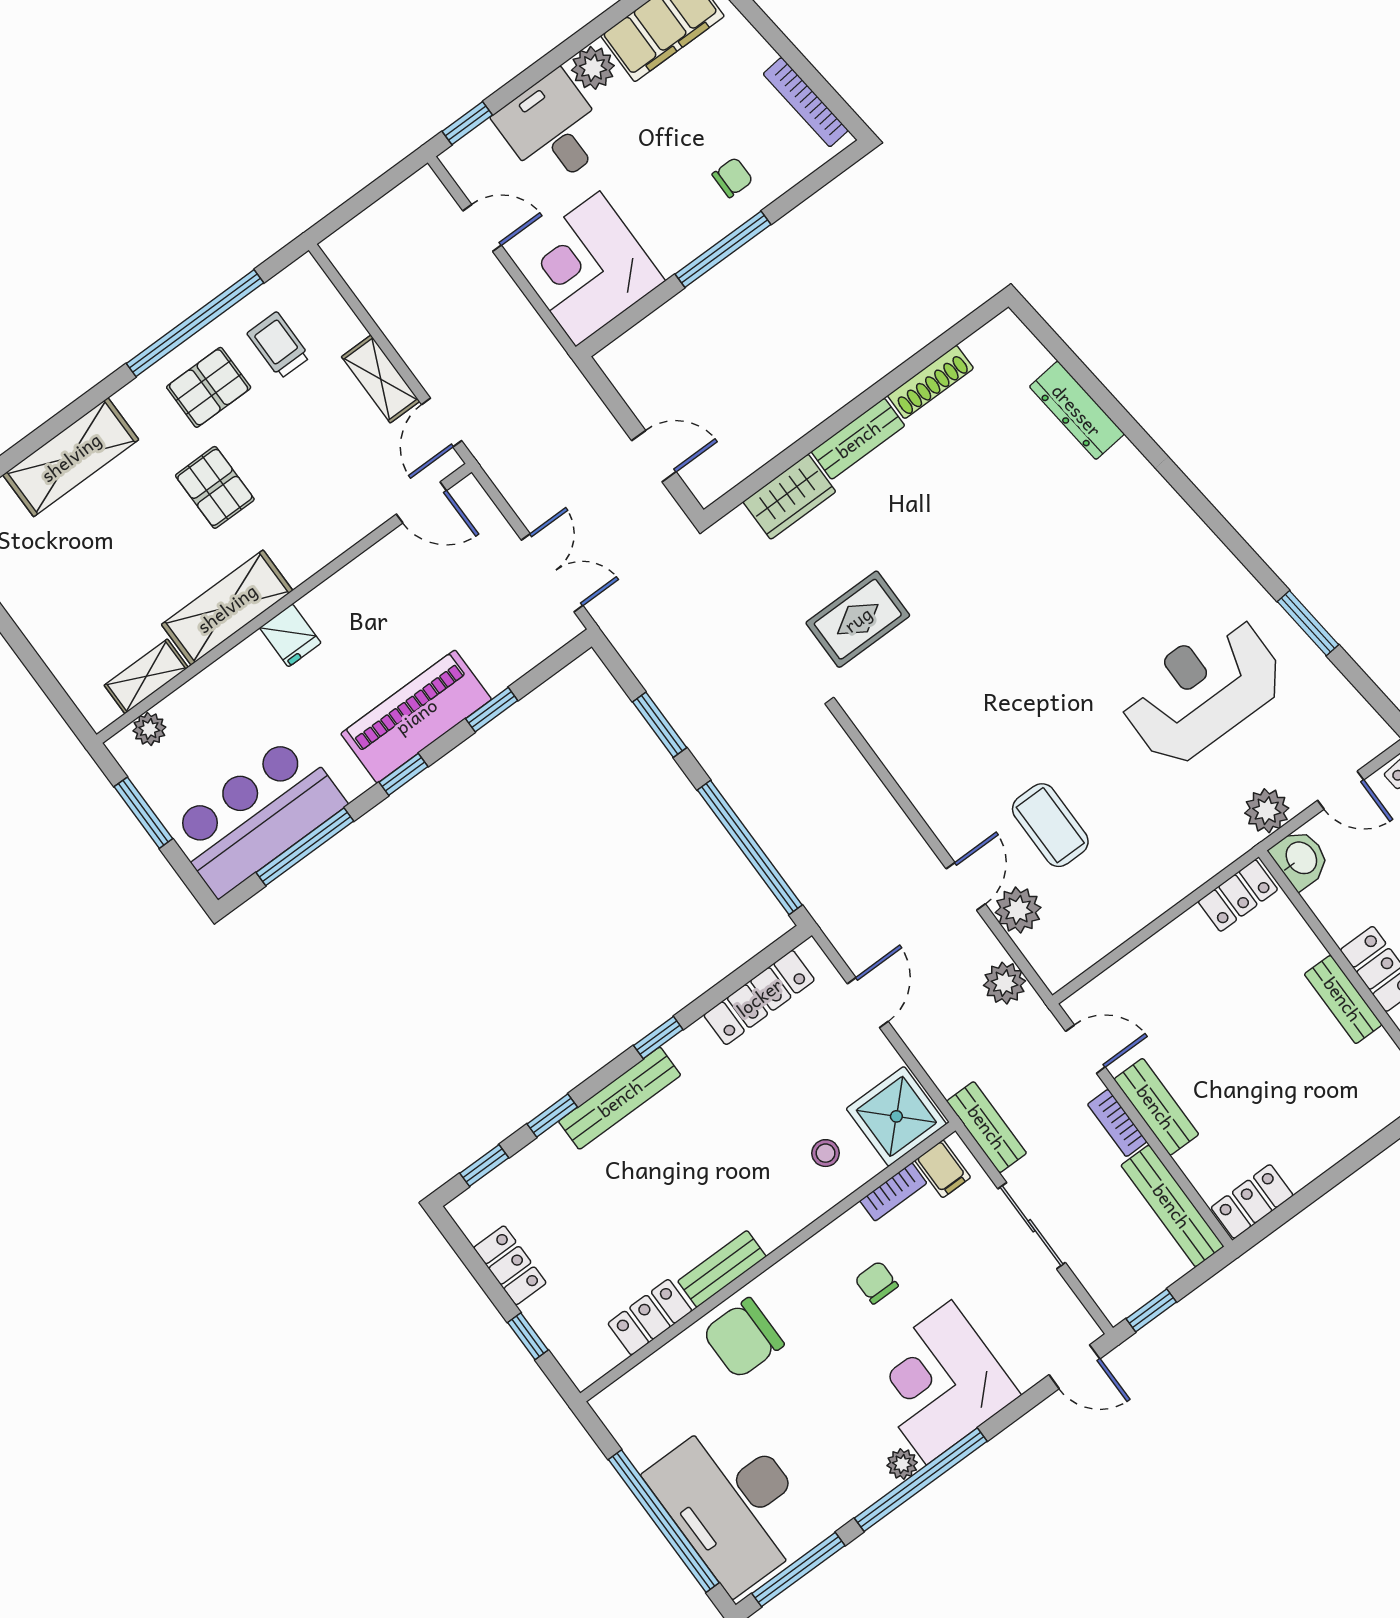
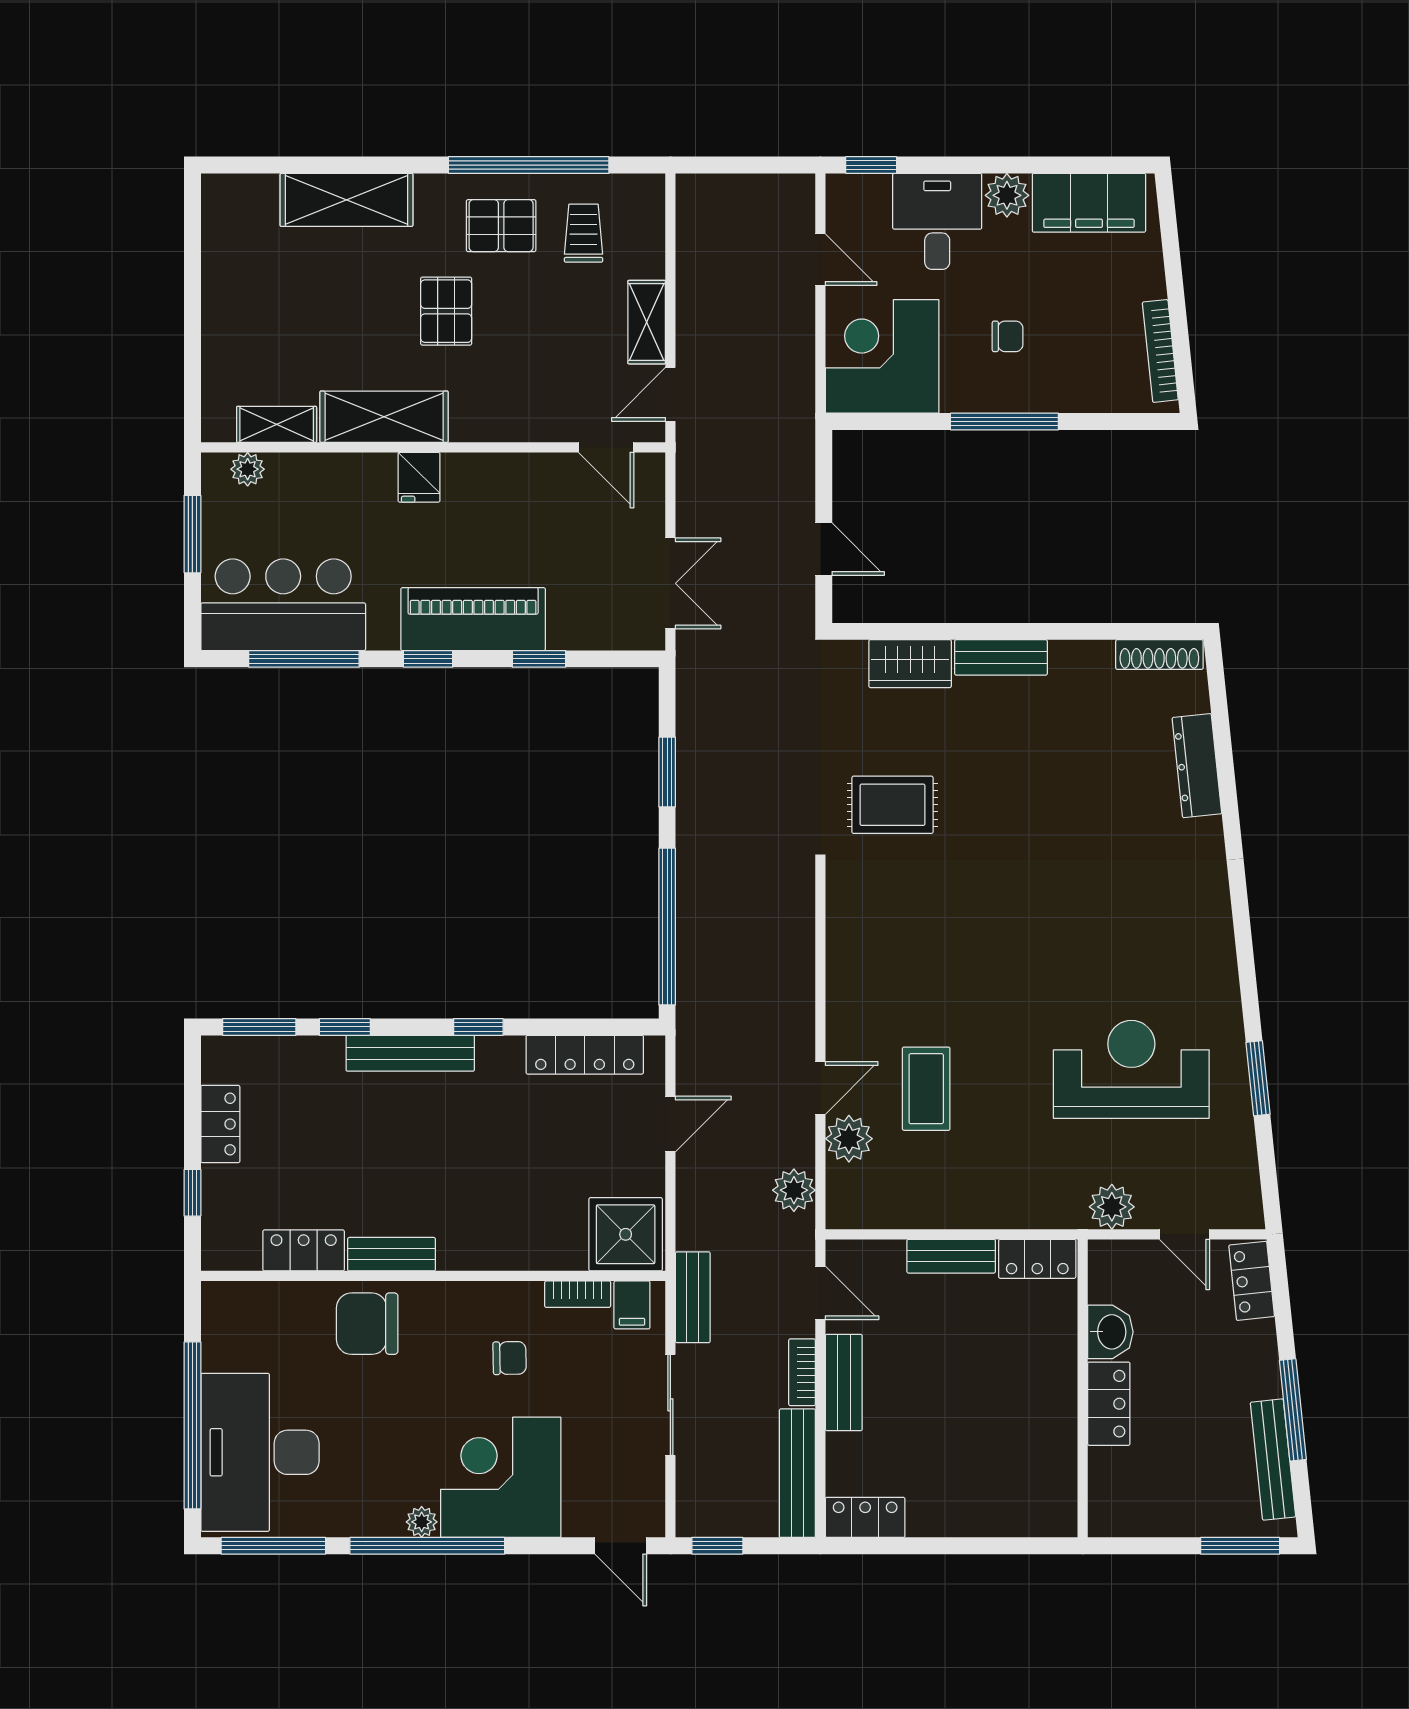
chair: (733, 177) -> (1008, 336), moved
shoe rack: (930, 382) -> (1159, 655), moved
washbasin: (1300, 859) -> (1110, 1332), moved
bench: (1343, 999) -> (951, 1256), moved, turned 90
stool: (826, 1153) -> (546, 1222), removed
window: (484, 1165) -> (259, 1027), width x1.50
chair: (876, 1282) -> (510, 1358), turned 89

